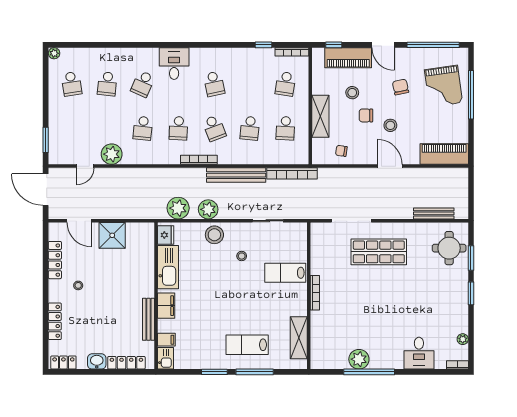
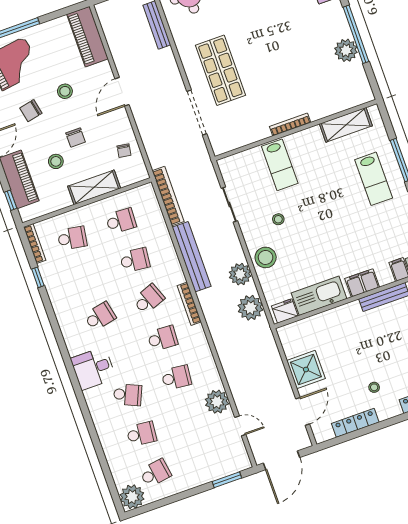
plant: (54, 53) -> (132, 497), width x1.88, depth x1.88
stool: (390, 125) -> (65, 91), moved

